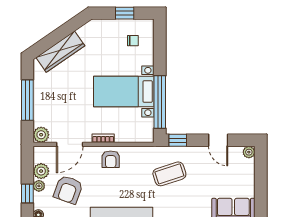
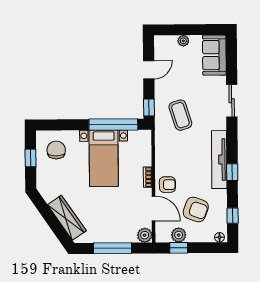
chair: (133, 41) -> (56, 150), width x1.87, depth x1.87
plant: (249, 152) -> (183, 41), moved
armchair: (111, 159) -> (167, 185), moved
plant: (39, 186) -> (192, 237), removed
window: (27, 194) -> (179, 248), moved

